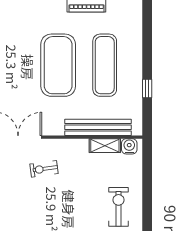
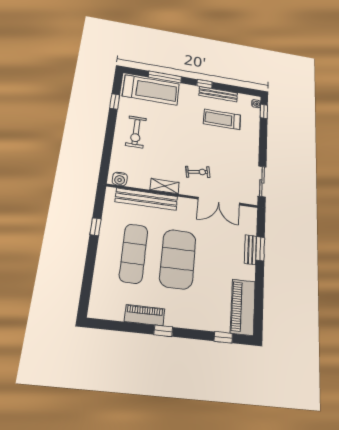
shelving: (105, 146) -> (165, 186), moved

